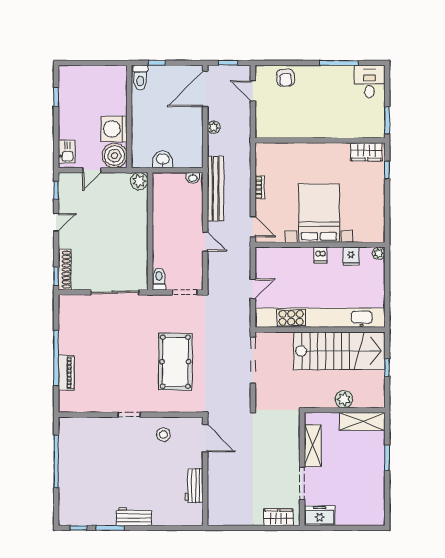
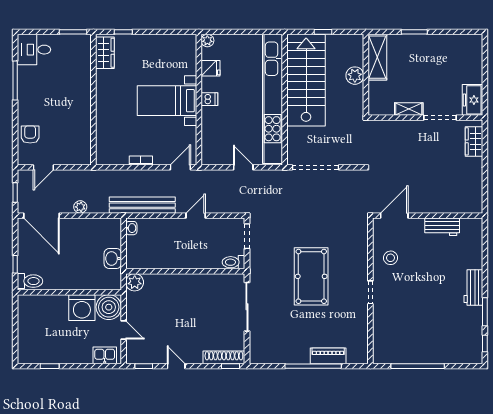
armchair: (285, 78) -> (30, 134), turned -87
bed with nightstands: (319, 213) -> (167, 101), width x0.73
pool table: (175, 362) -> (311, 276), moved, turned 90
shelving: (313, 446) -> (409, 109), width x0.67, depth x0.75

